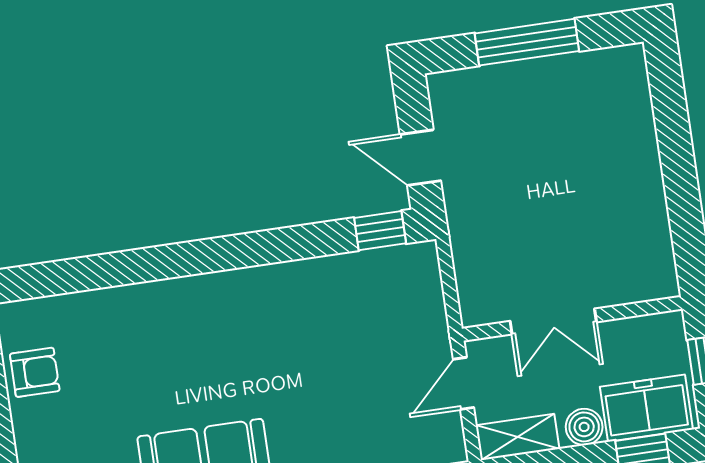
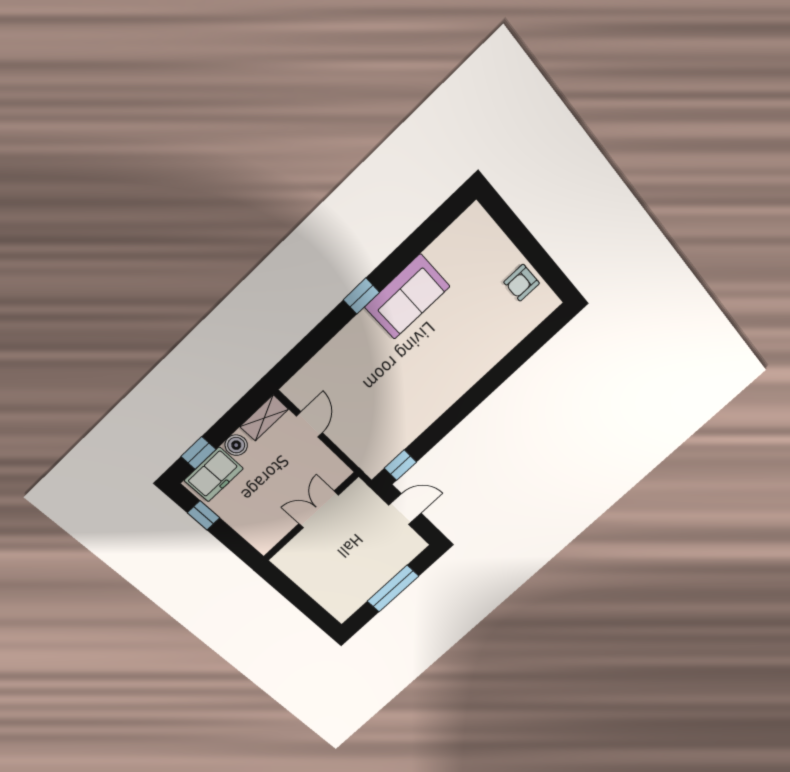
wall: (572, 319) -> (311, 517), moved
double door: (553, 322) -> (319, 509), moved

